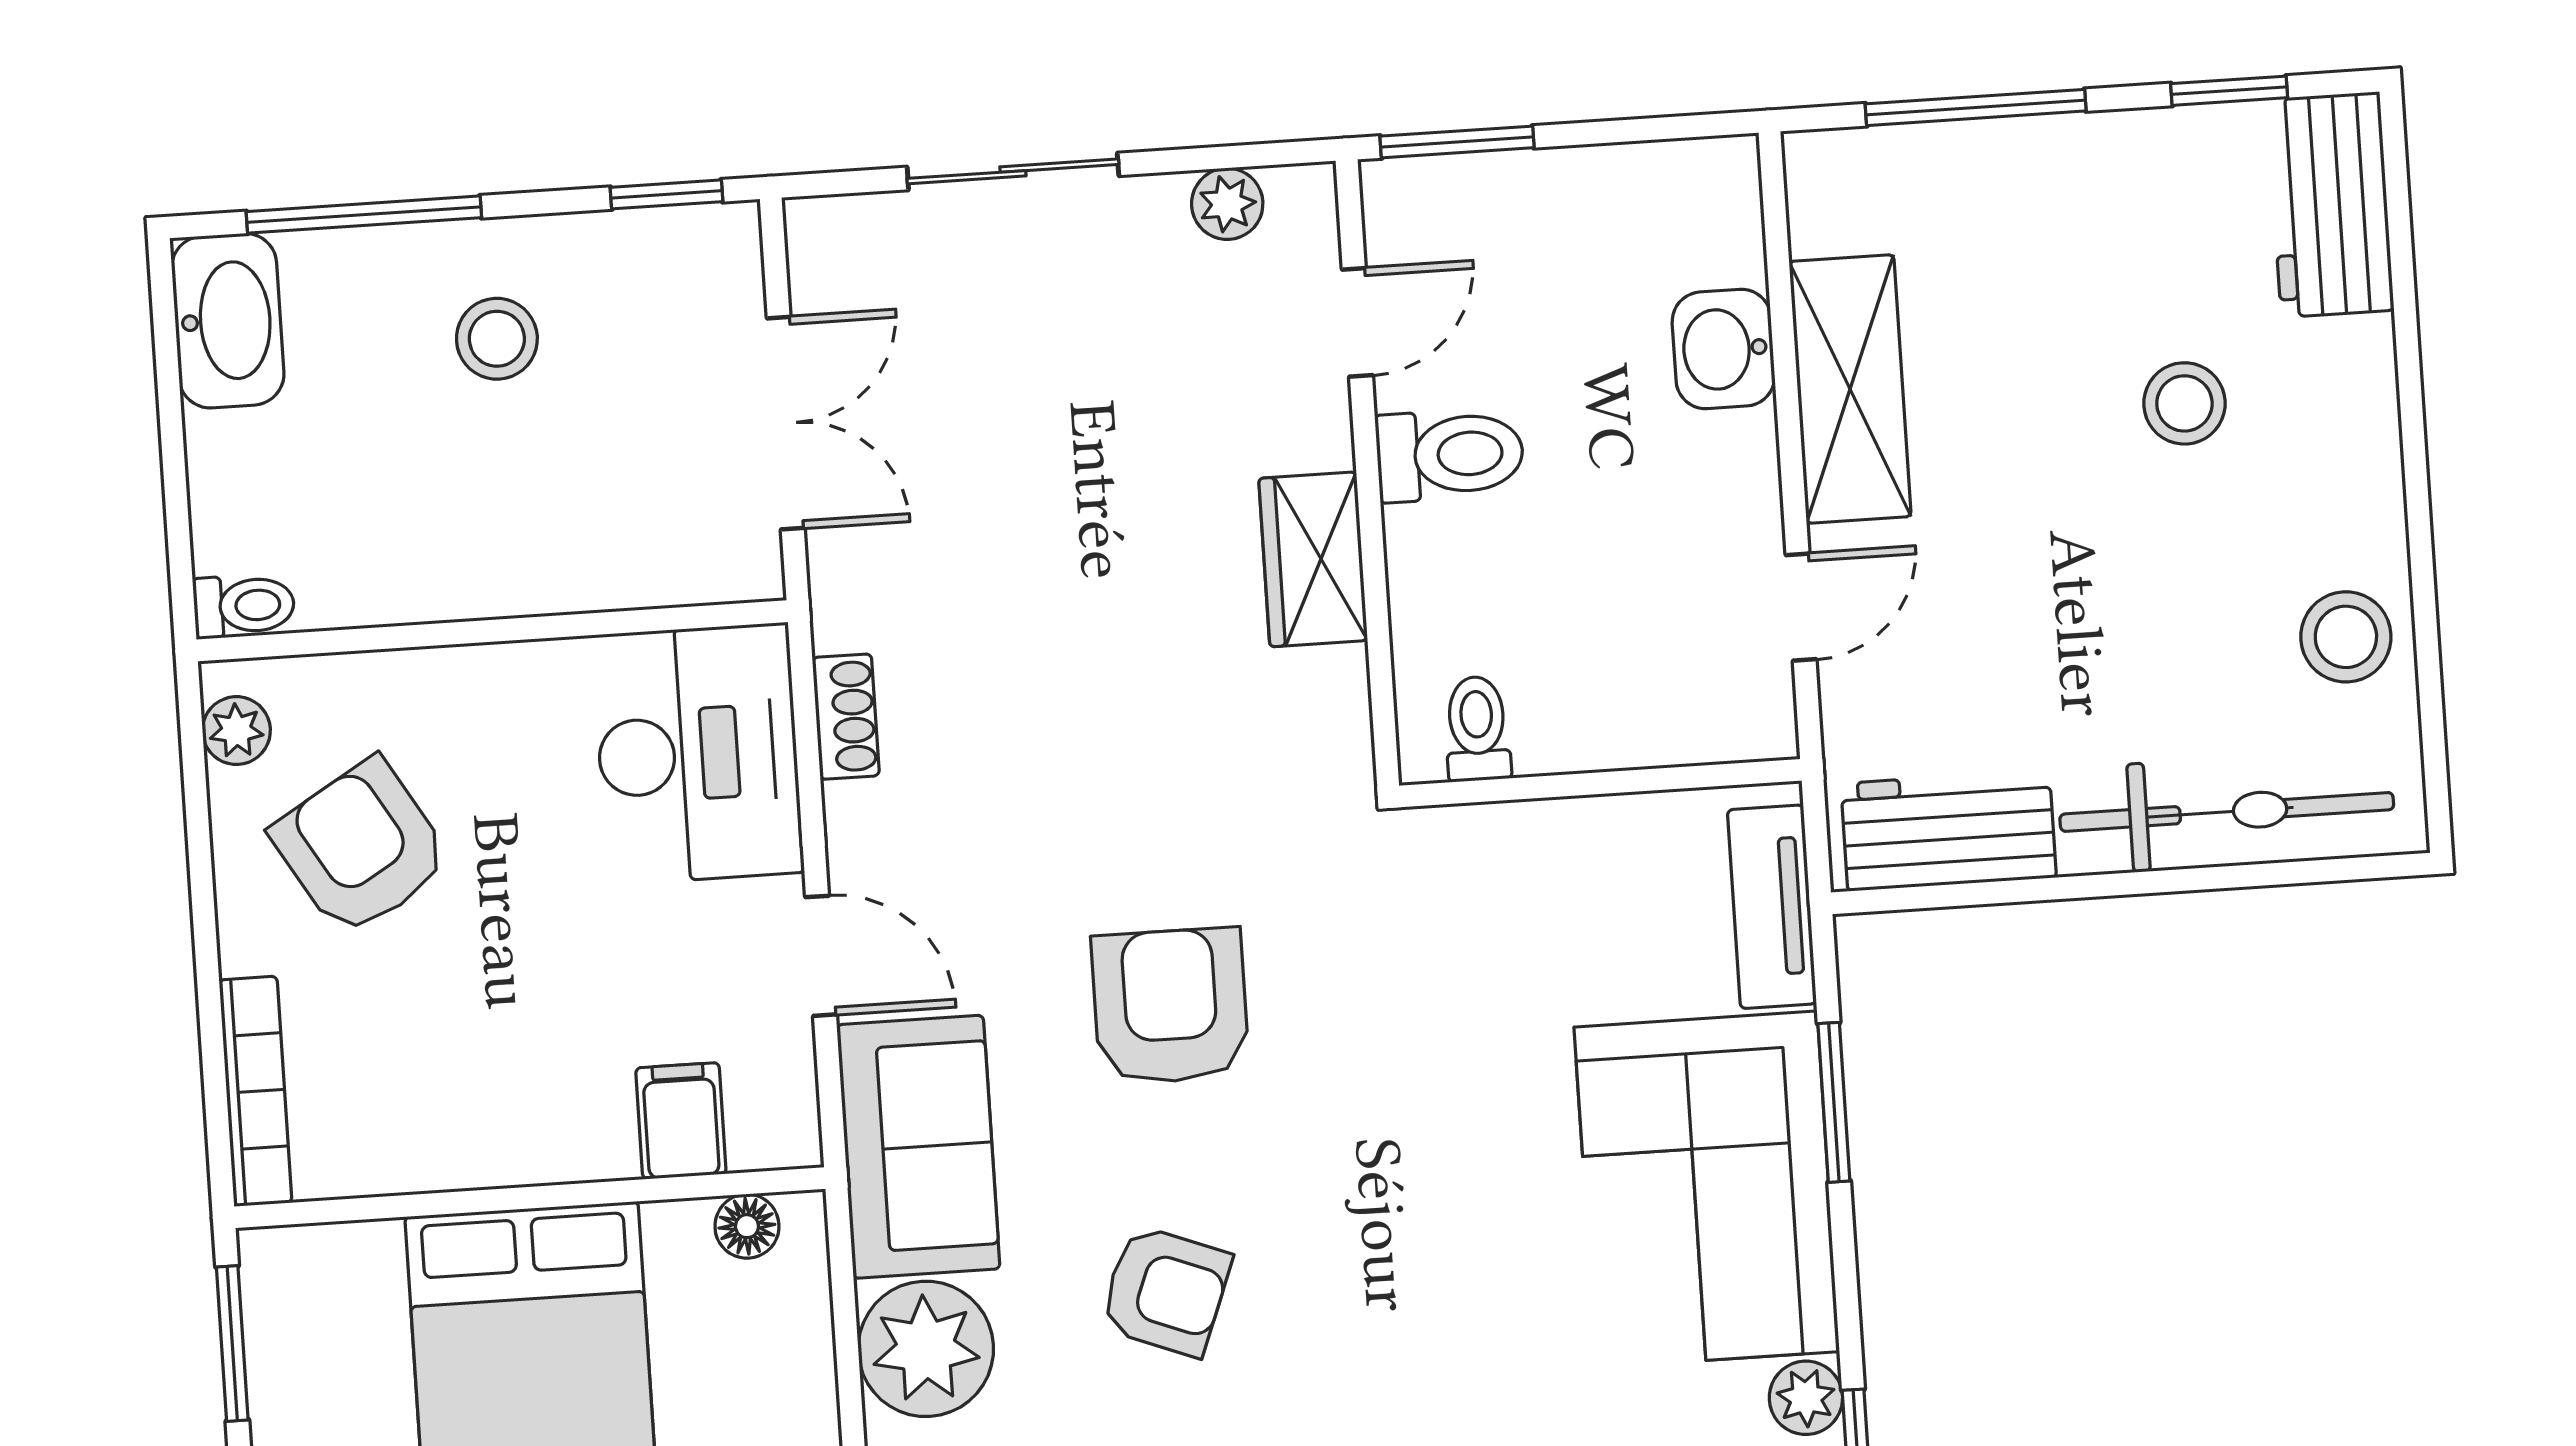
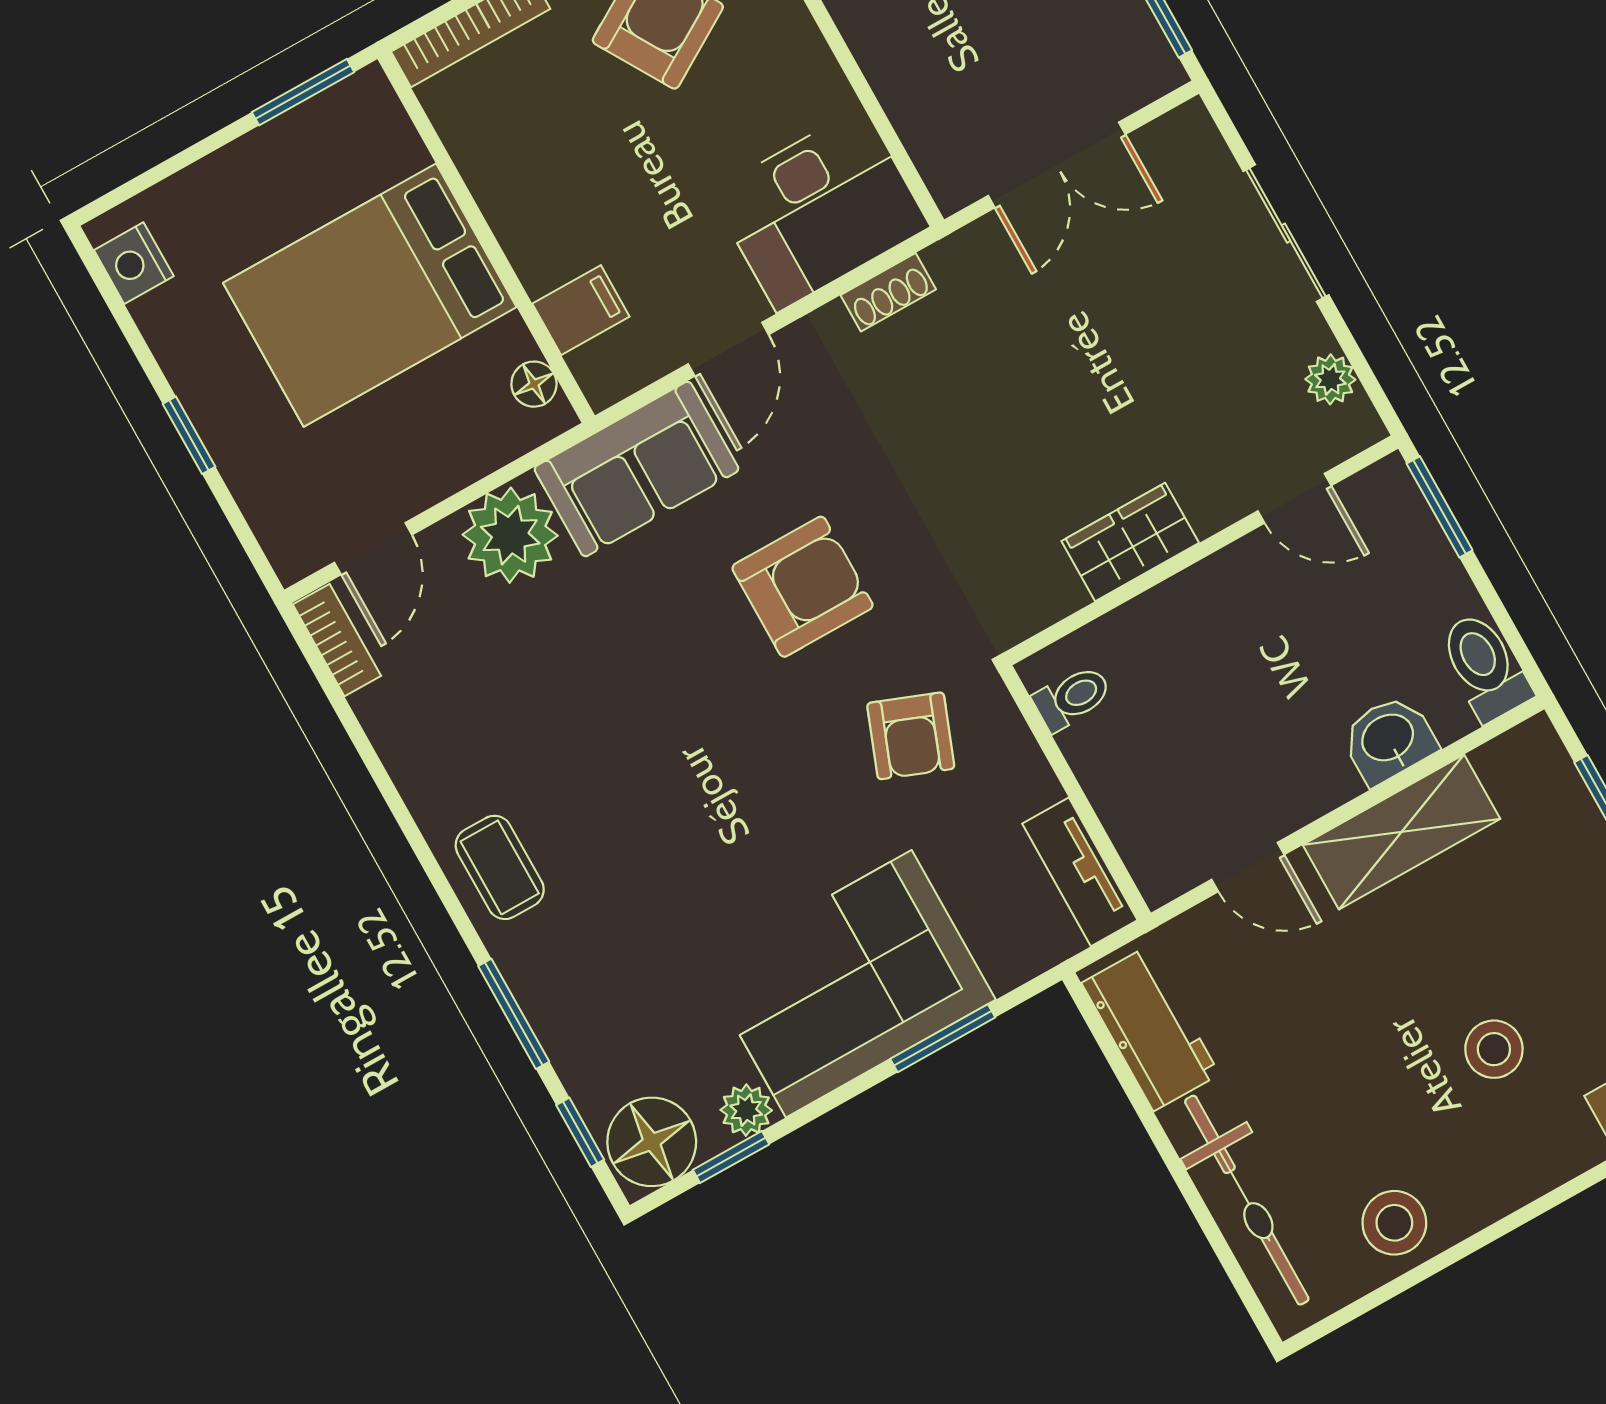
toilet: (1450, 455) -> (1485, 667), moved, turned 180
tv unit: (1772, 907) -> (1080, 872), moved, turned -90
armchair: (1165, 1291) -> (911, 736), moved

